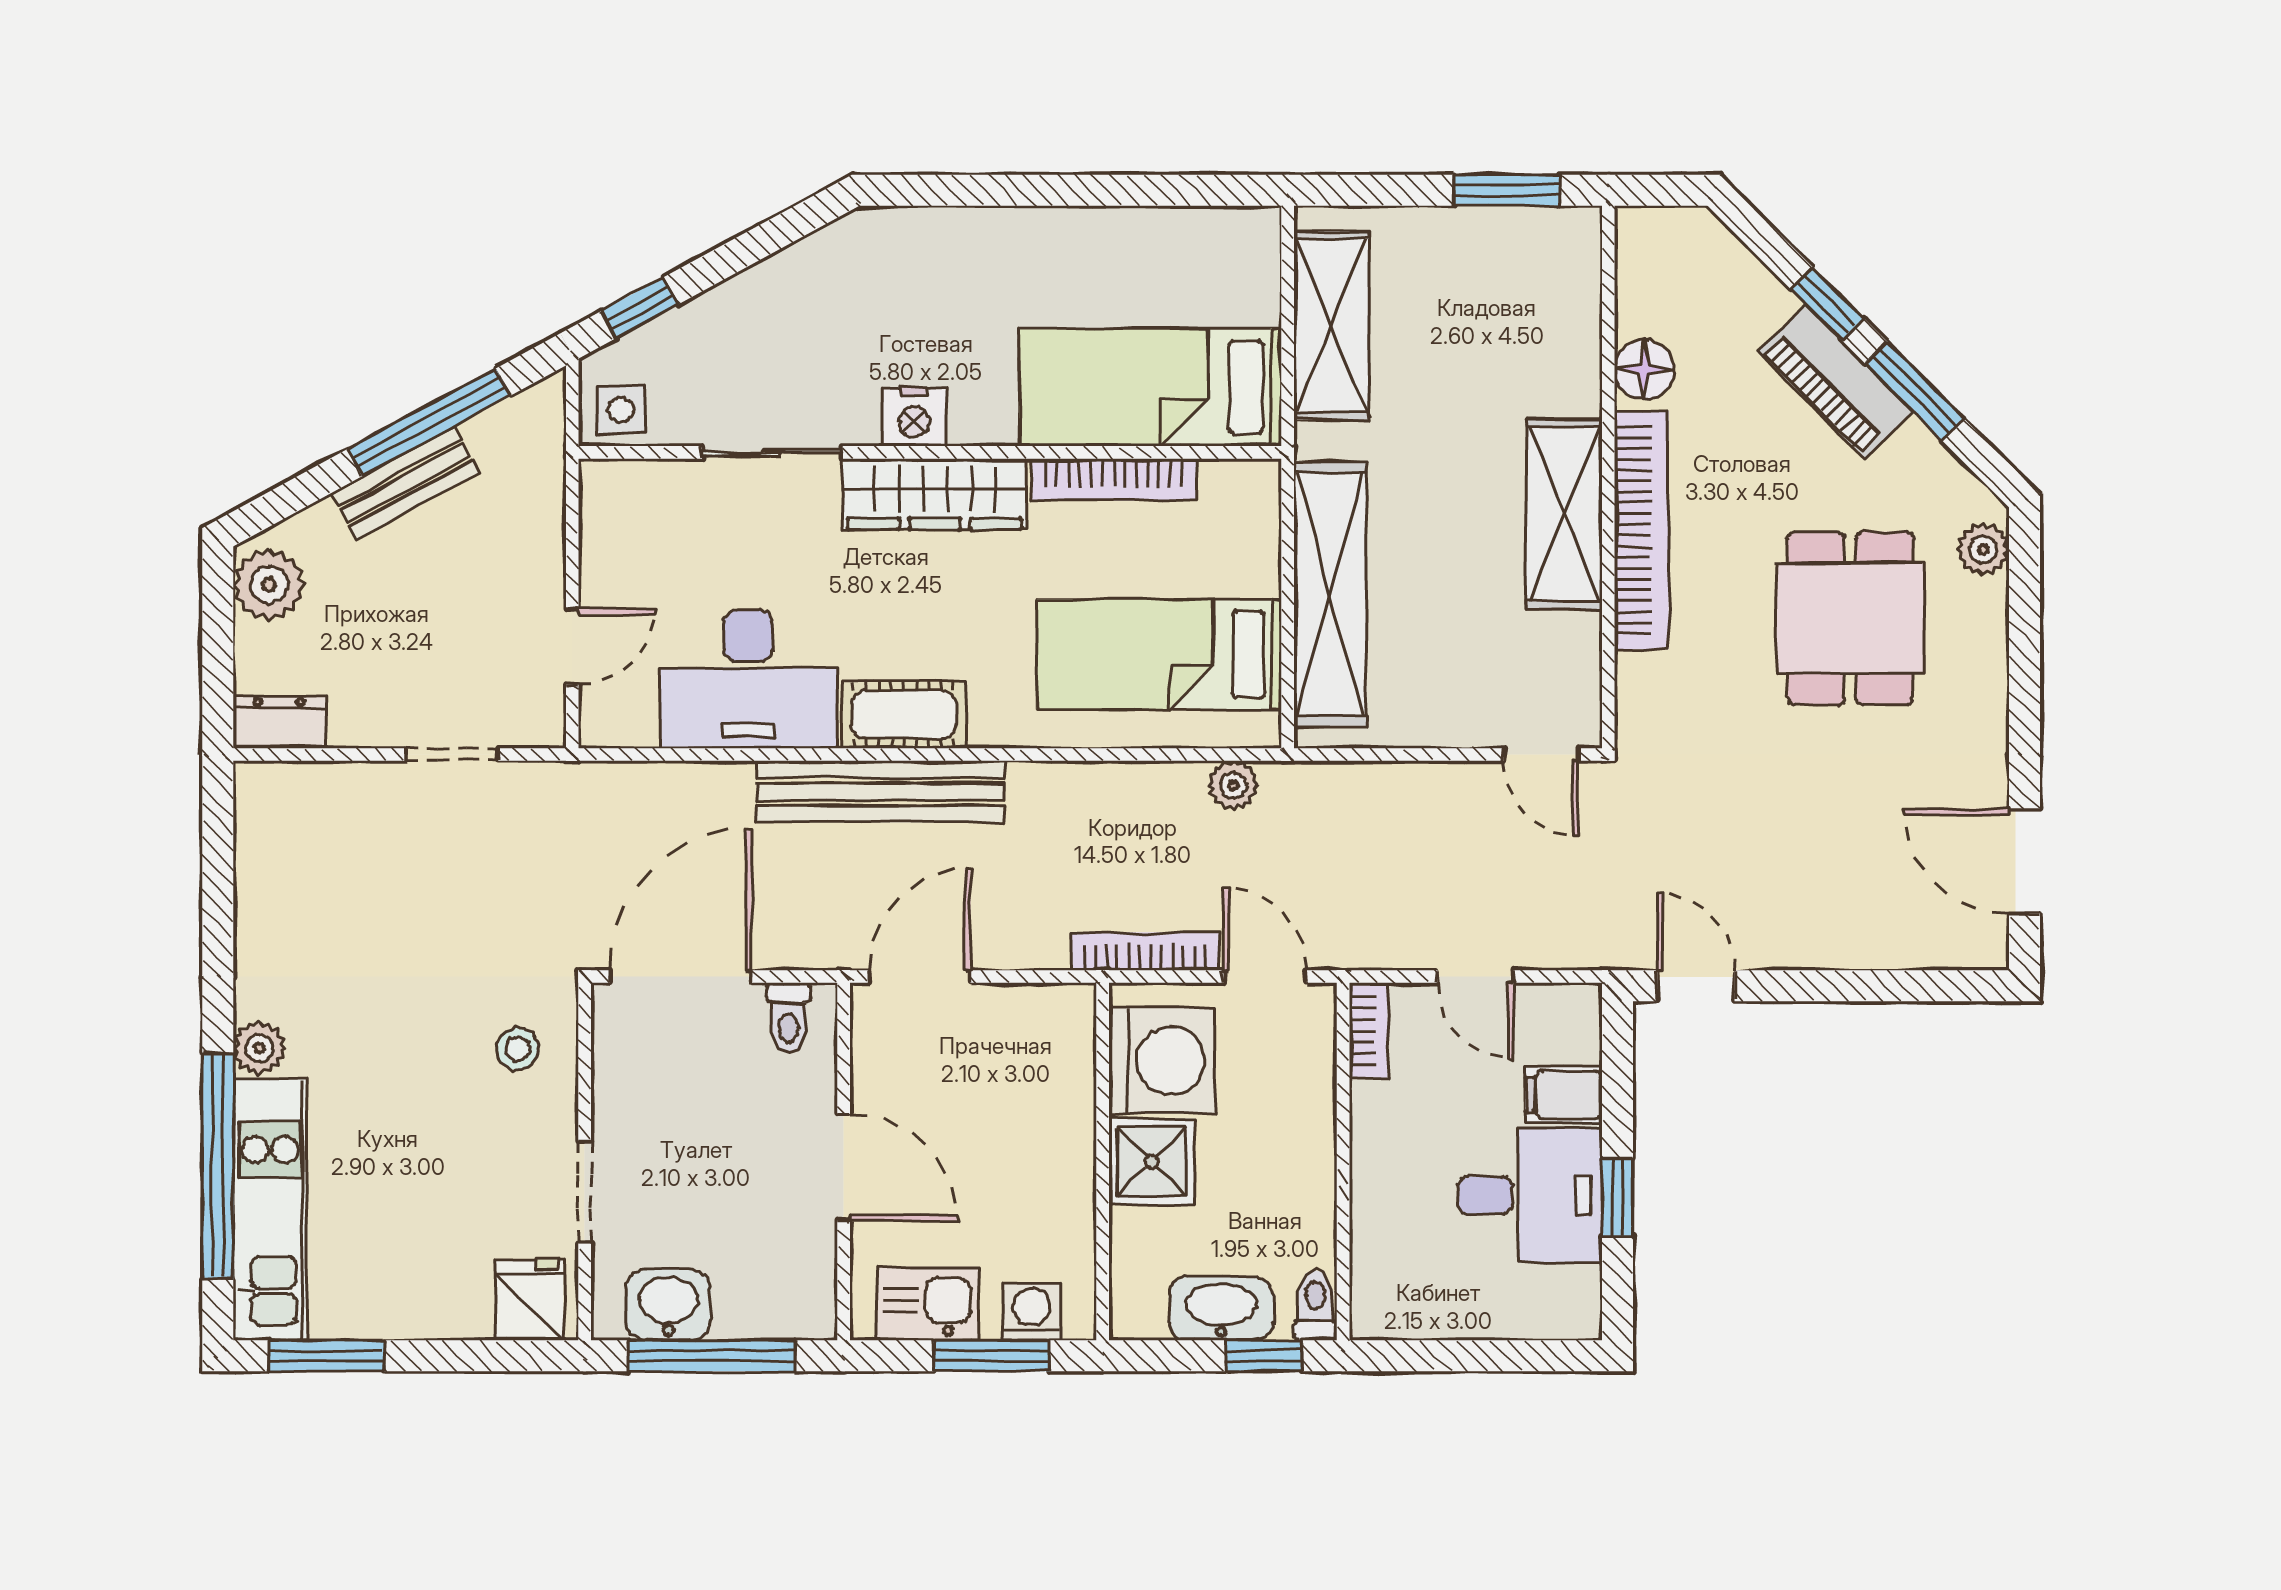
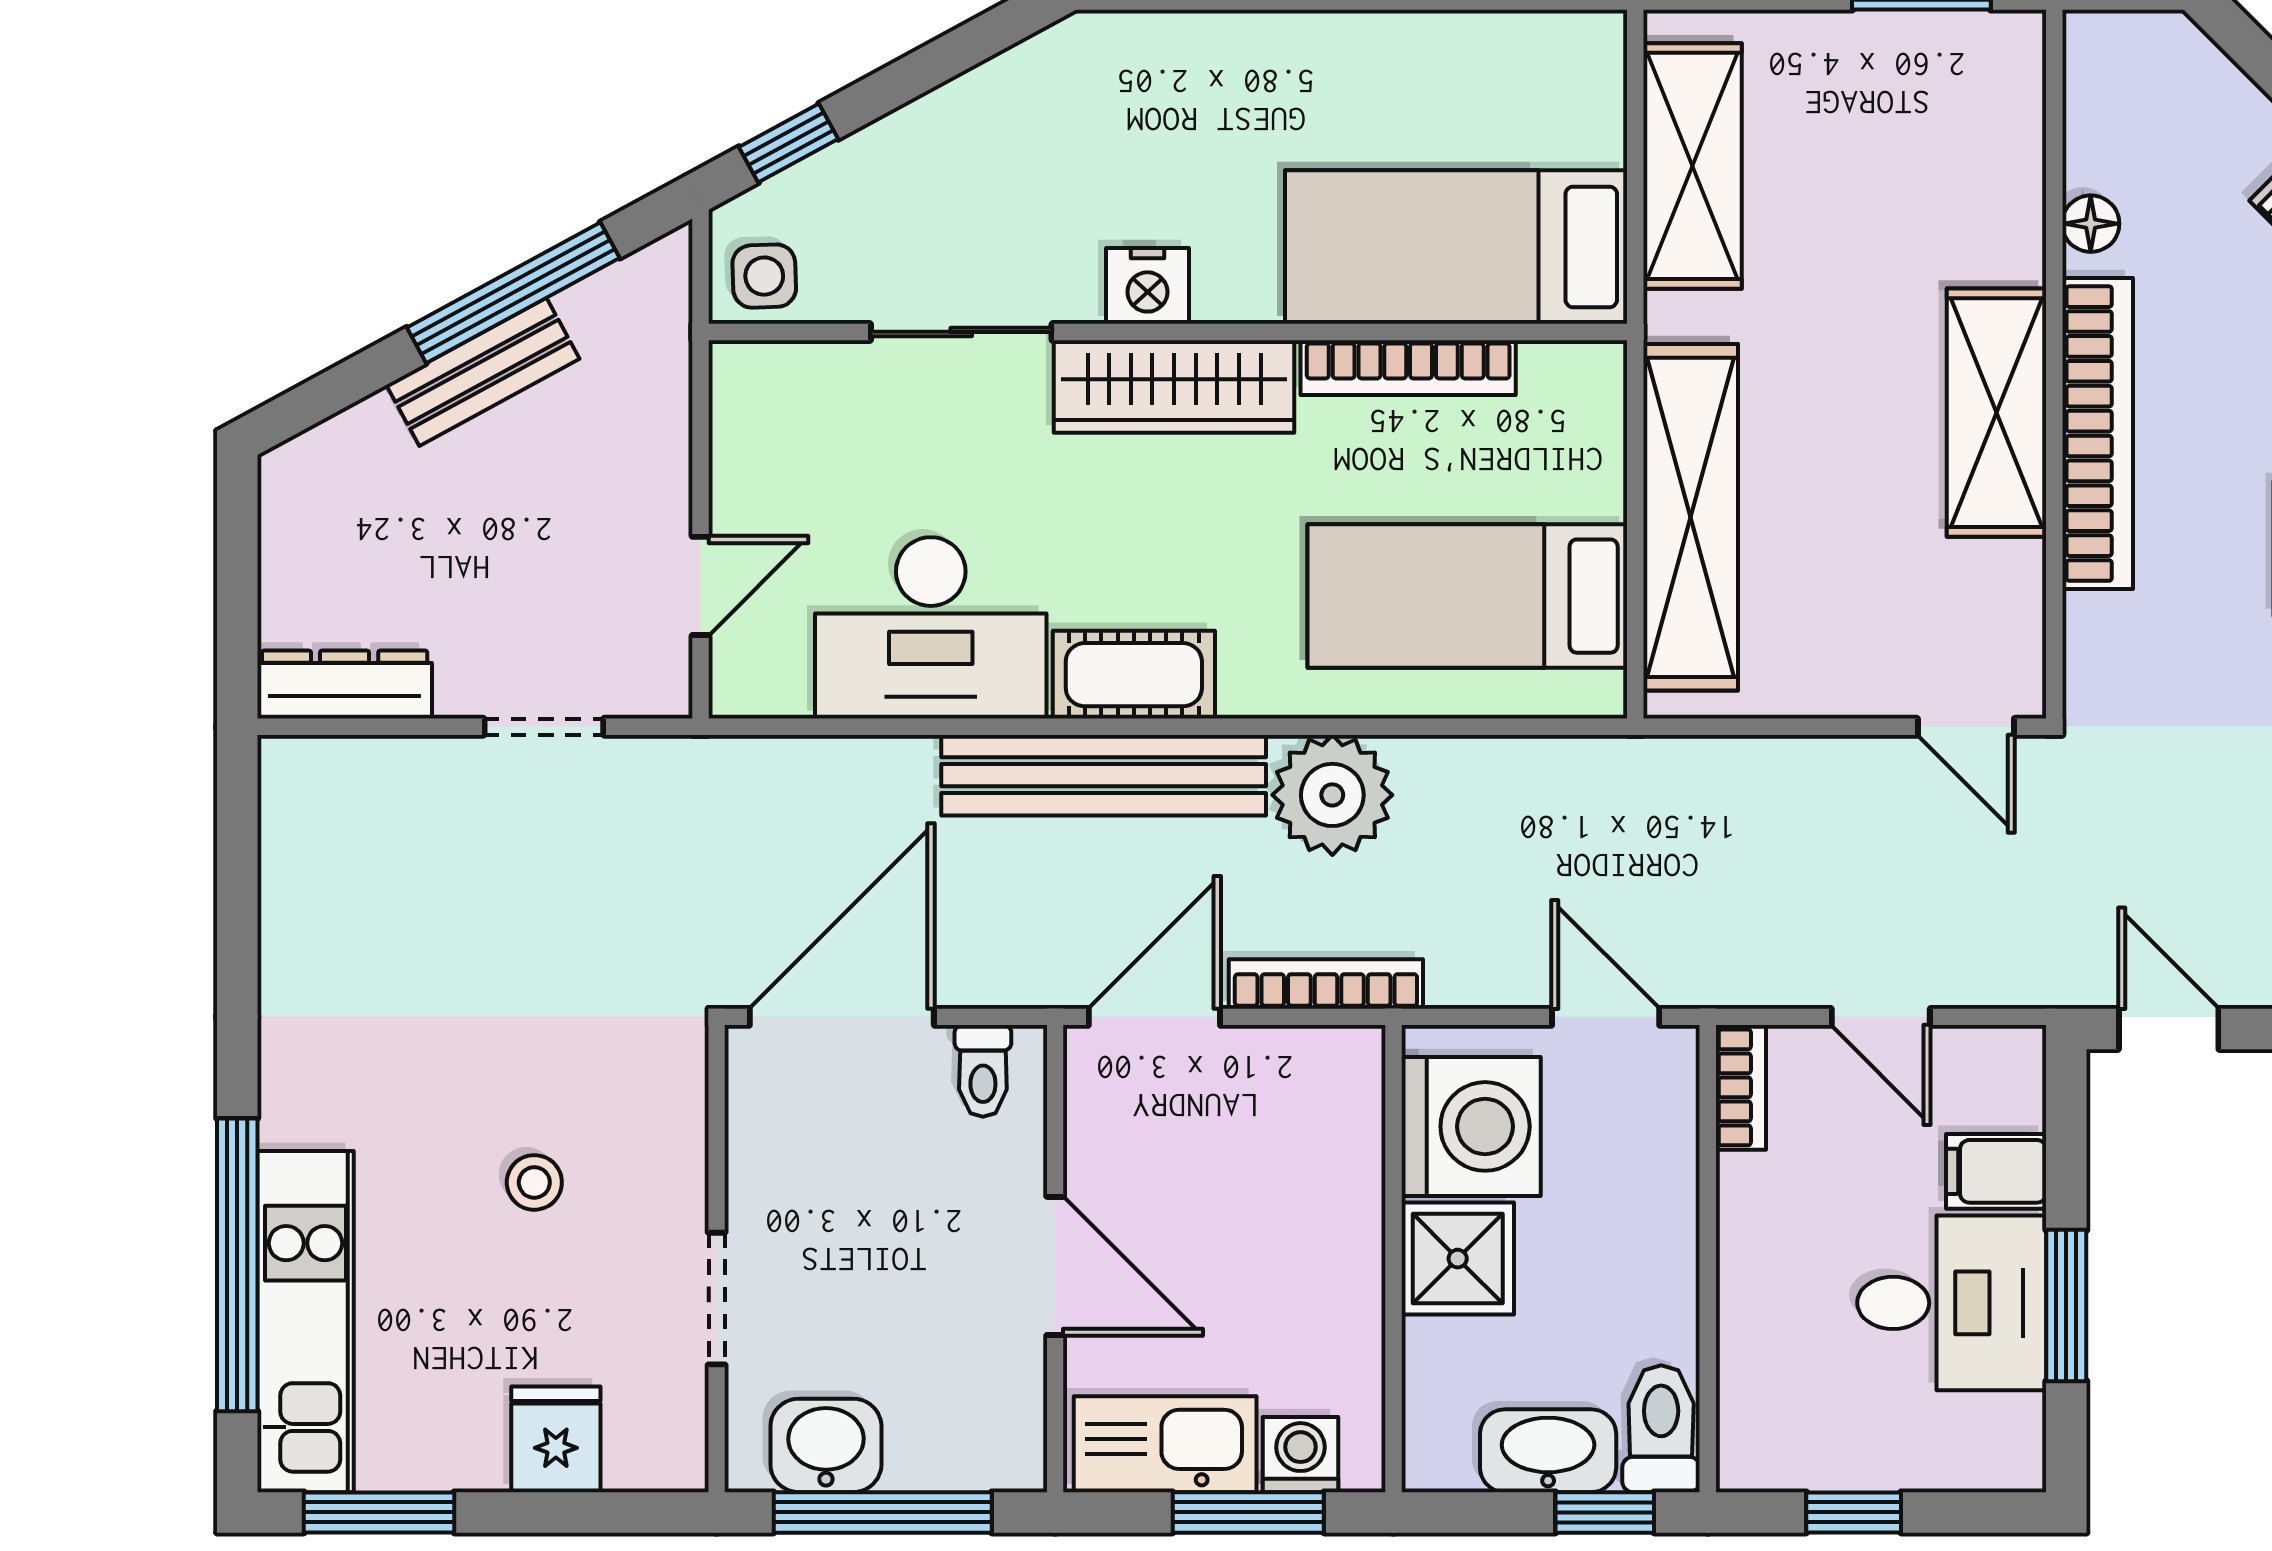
floor lamp: (1644, 369) -> (2091, 224), width x0.73, depth x0.73
plant: (269, 585) -> (304, 505), removed
dresser: (280, 722) -> (345, 685), width x1.44
plant: (1233, 785) -> (1332, 795), moved, width x1.88, depth x1.88
bookcase: (1145, 951) -> (1326, 984), moved
plant: (259, 1048) -> (292, 1110), removed
stool: (518, 1049) -> (534, 1182), moved
window: (1618, 1197) -> (2066, 1305), width x1.50
fridge: (529, 1300) -> (556, 1439), moved
kitchen sink: (928, 1304) -> (1165, 1444), width x1.38
toilet: (1315, 1305) -> (1661, 1429), width x1.37, depth x1.39
window: (1455, 1356) -> (1854, 1512), added

